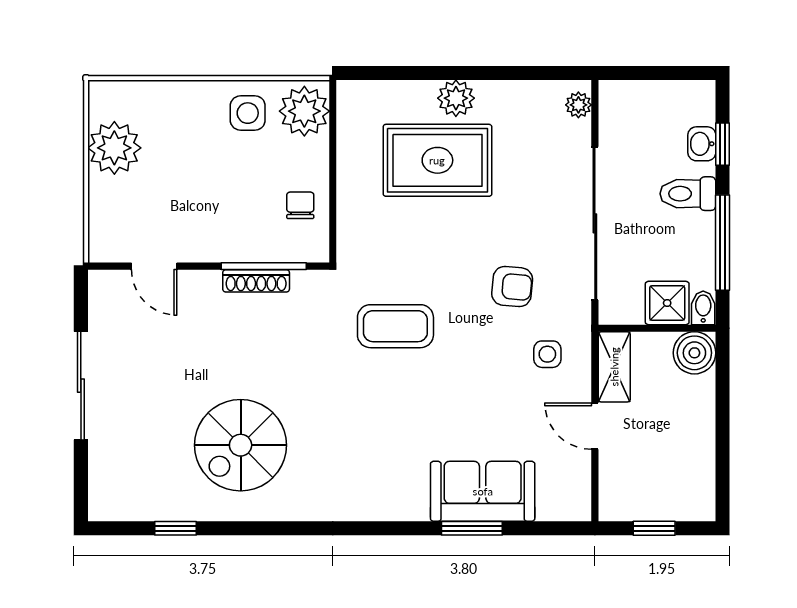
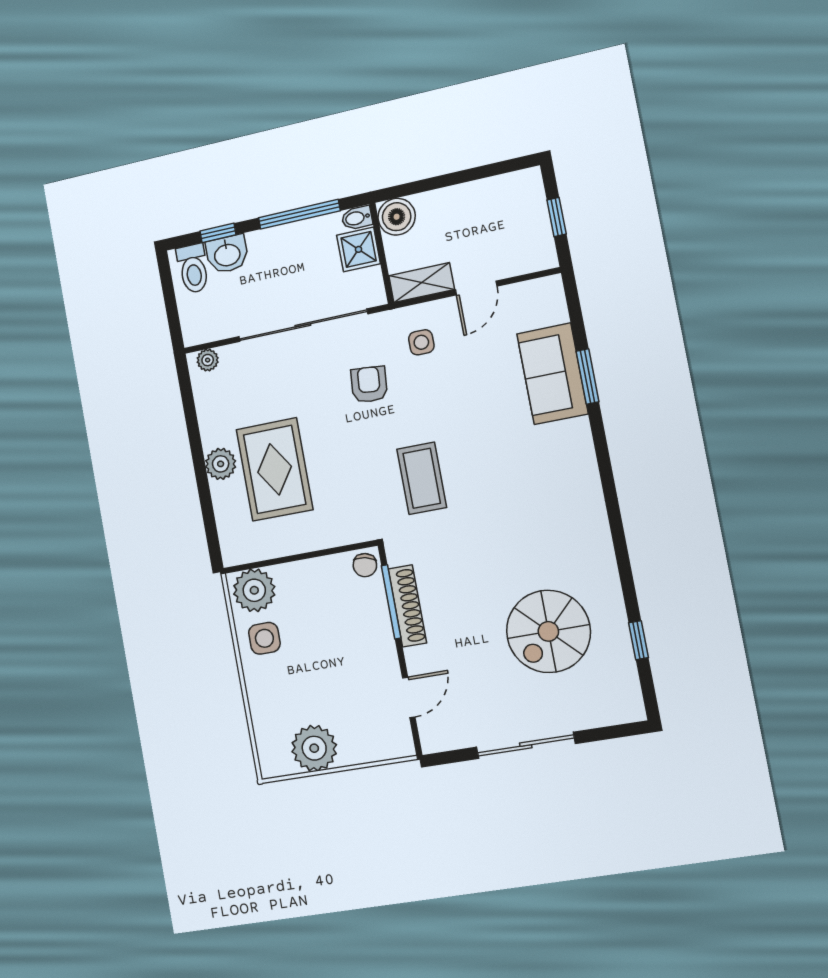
washbasin: (702, 144) -> (227, 254), width x1.38, depth x1.45
toilet: (688, 194) -> (193, 269), moved
chair: (300, 205) -> (365, 565), moved, turned -78
shoe rack: (256, 281) -> (407, 606), width x1.36, depth x1.24
spiral stairs: (241, 445) -> (548, 631), moved, turned 90

